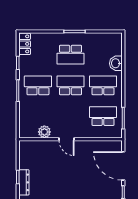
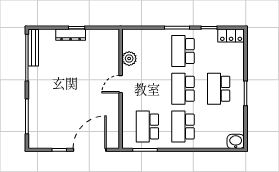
washbasin: (116, 63) -> (236, 141), moved
school desk: (38, 85) -> (183, 51), turned 180
school desk: (70, 85) -> (183, 89), turned 180
school desk: (103, 85) -> (183, 126), turned 180
school desk: (103, 116) -> (147, 126), turned 180

